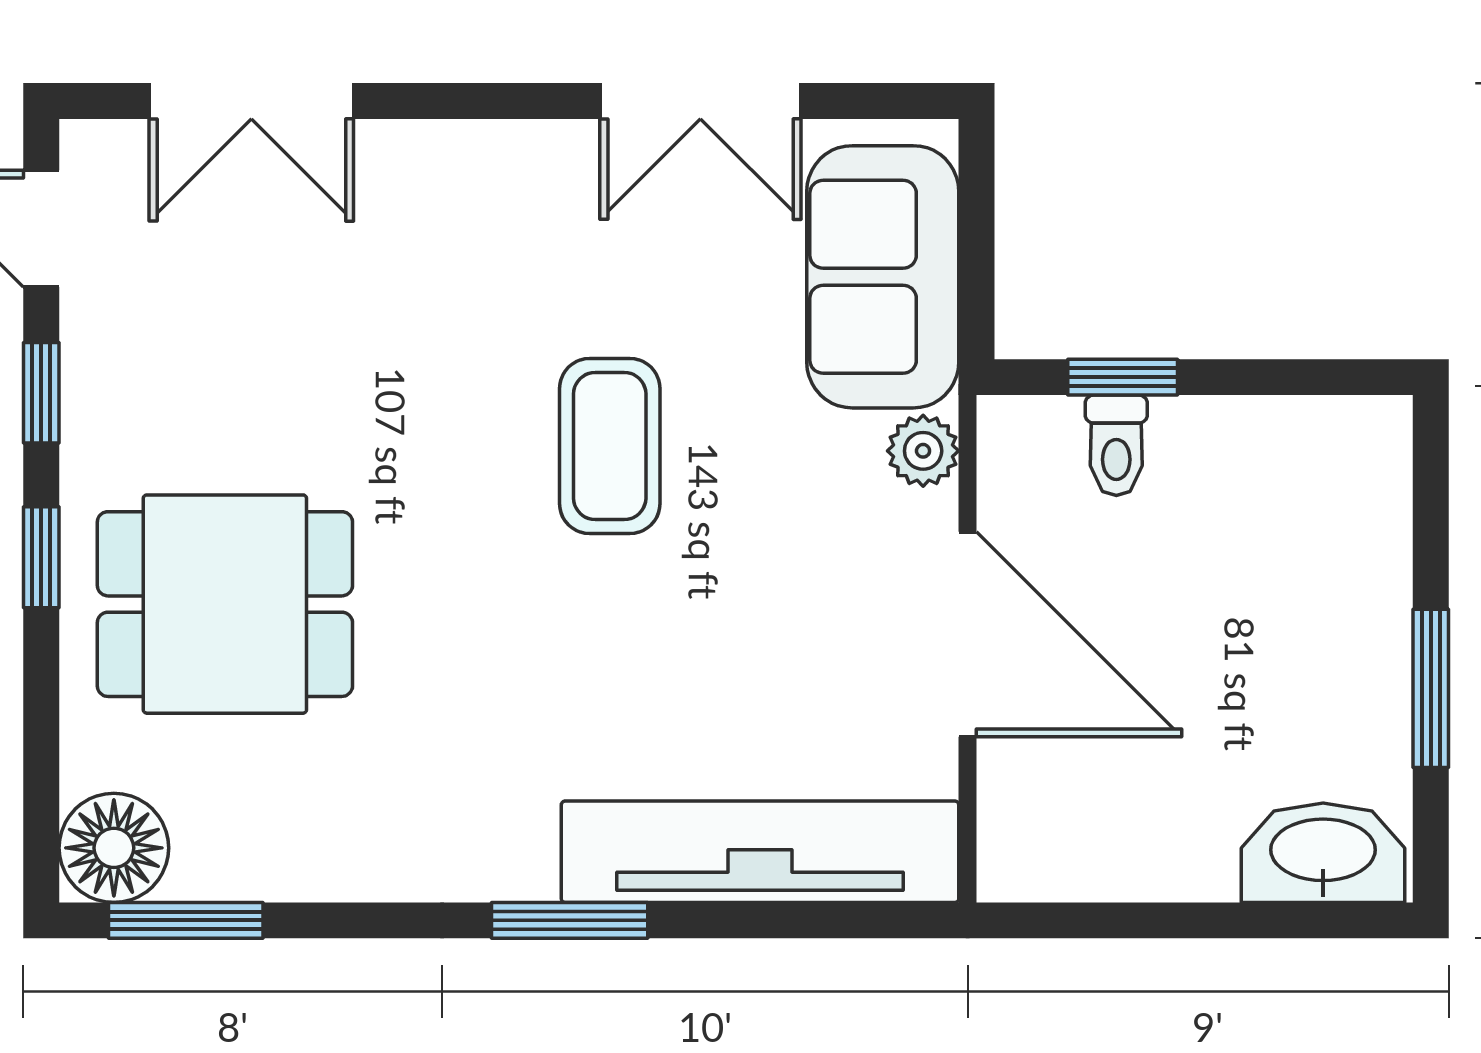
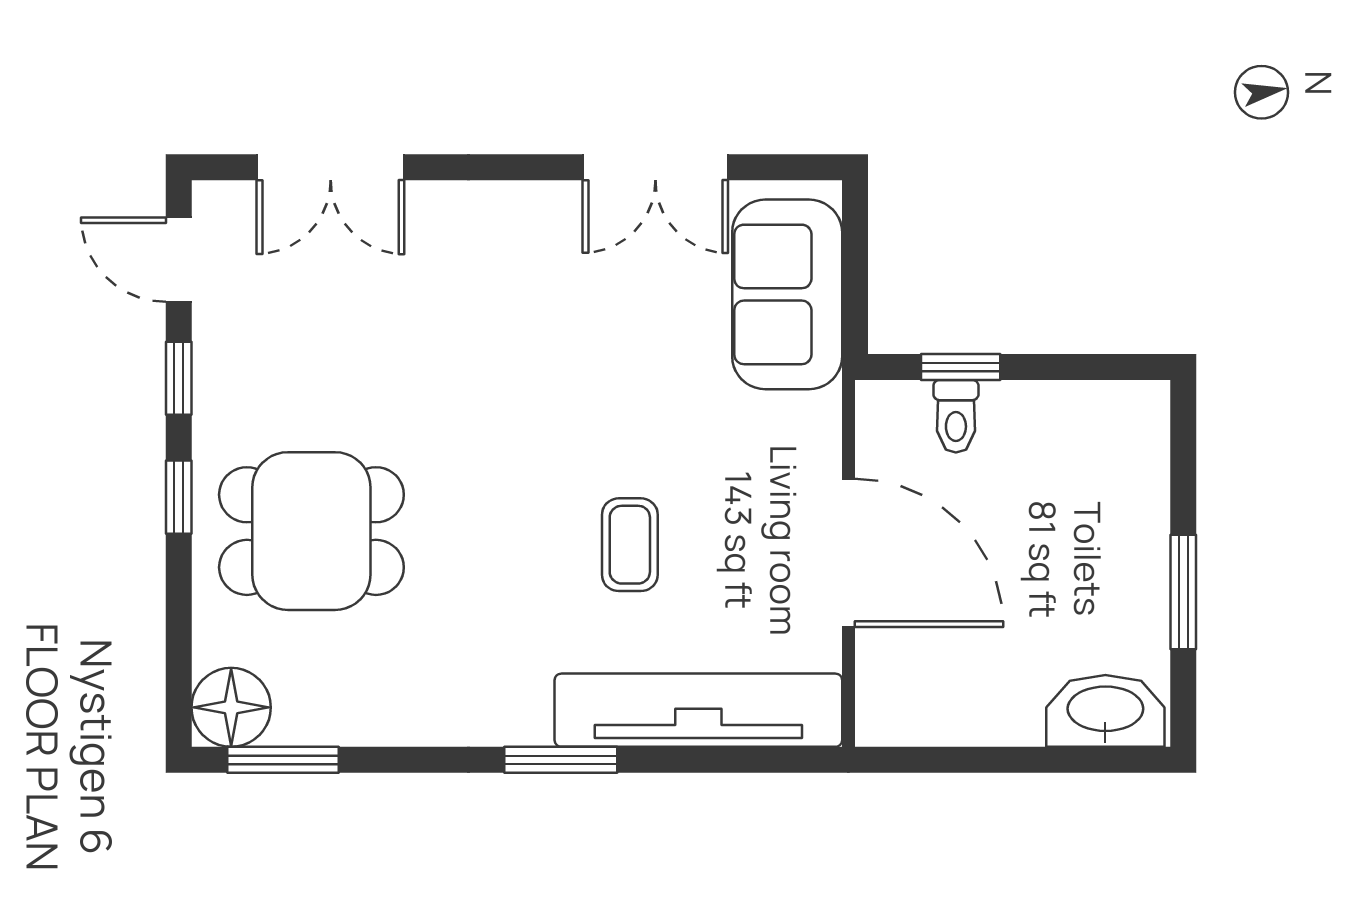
coffee table: (610, 446) -> (630, 545), moved, width x0.73, depth x0.77
plant: (923, 451) -> (816, 420), removed

